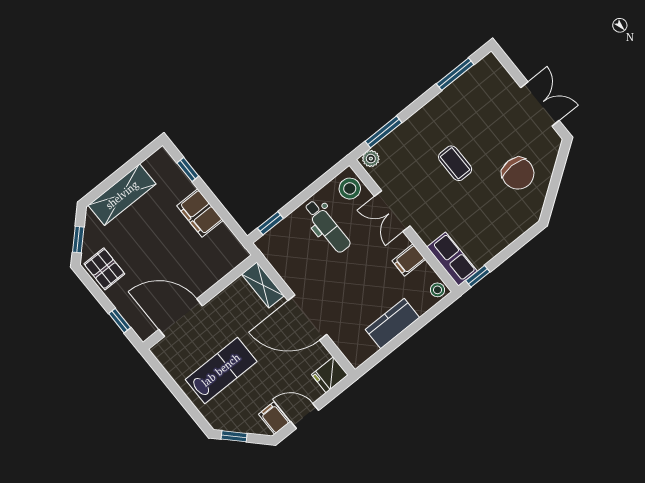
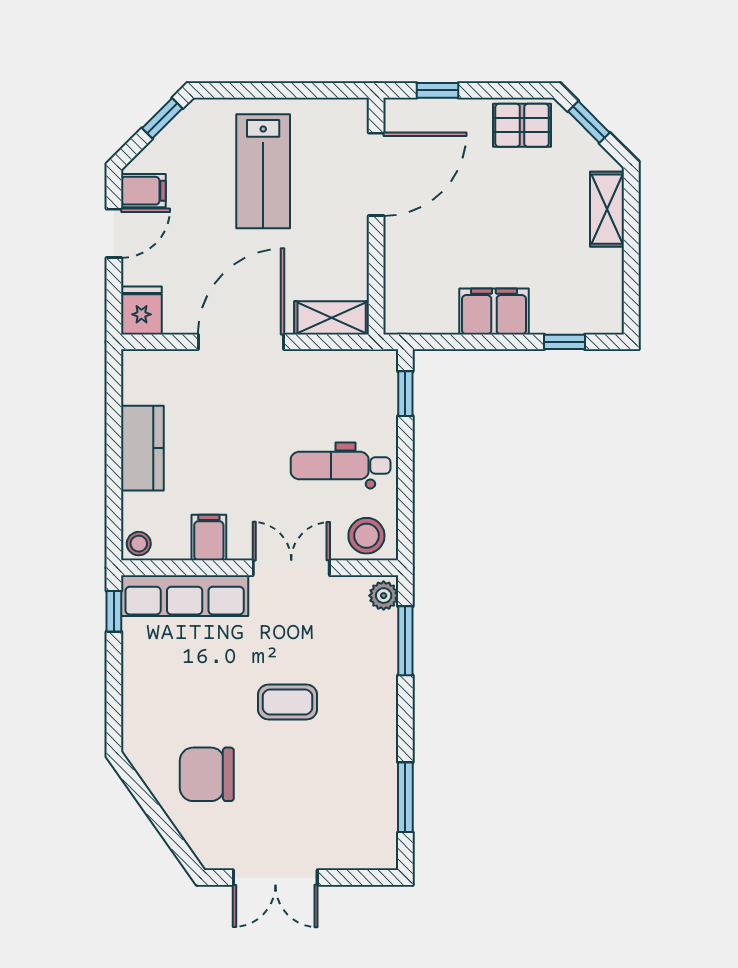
shelving: (122, 195) -> (607, 209), width x0.67, depth x0.75
row of seats: (452, 259) -> (185, 596), width x1.48

